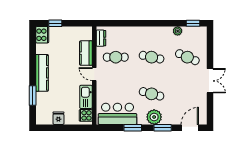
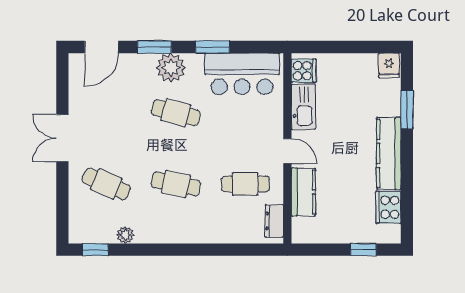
cooker: (42, 35) -> (388, 207), moved
fridge: (58, 118) -> (389, 65), moved

